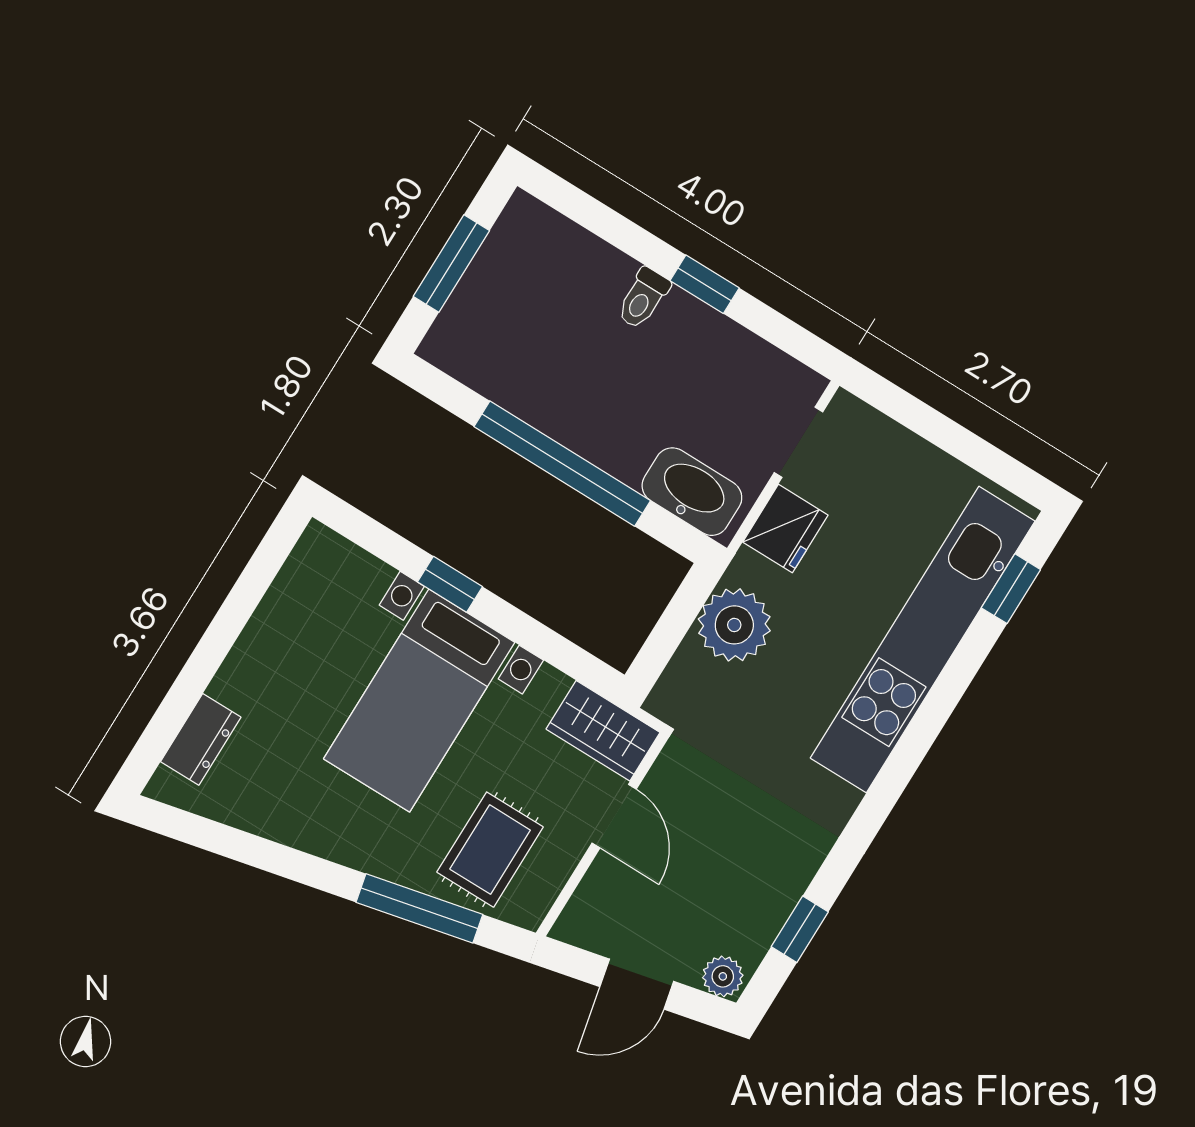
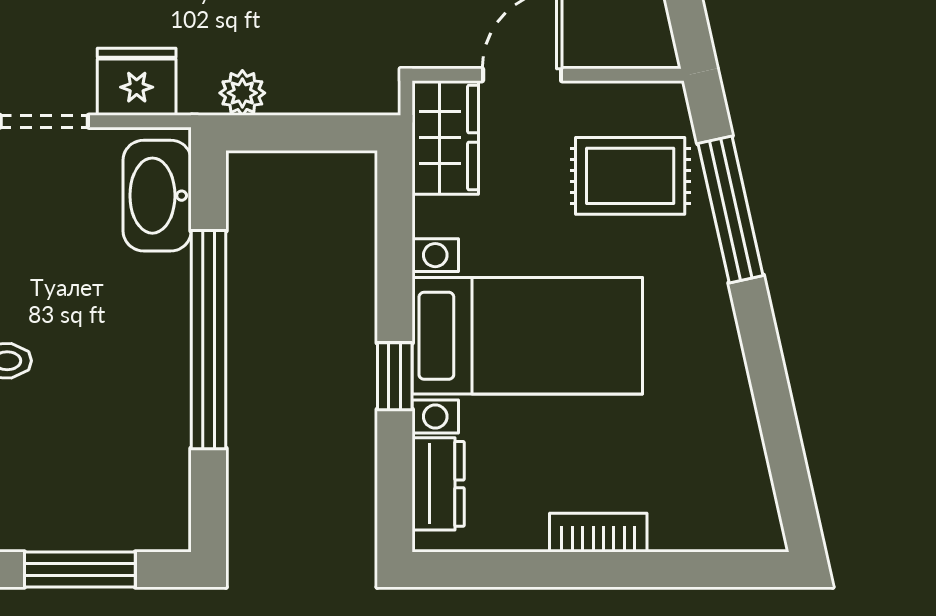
plant: (734, 625) -> (242, 93), width x0.53, depth x0.53
bookcase: (241, 663) -> (598, 533), added
dresser: (201, 739) -> (438, 484), moved, turned 90

